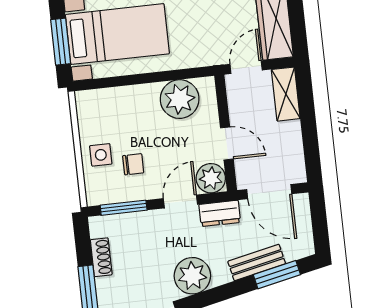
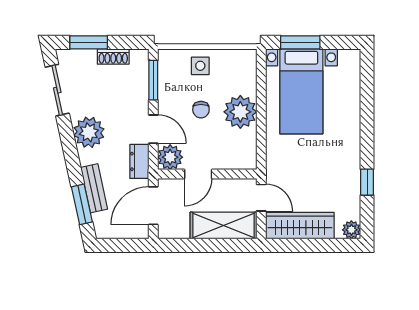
shelving: (286, 94) -> (224, 225), width x1.50, depth x1.33
plant: (180, 99) -> (240, 112), moved
chair: (133, 164) -> (201, 110), moved

